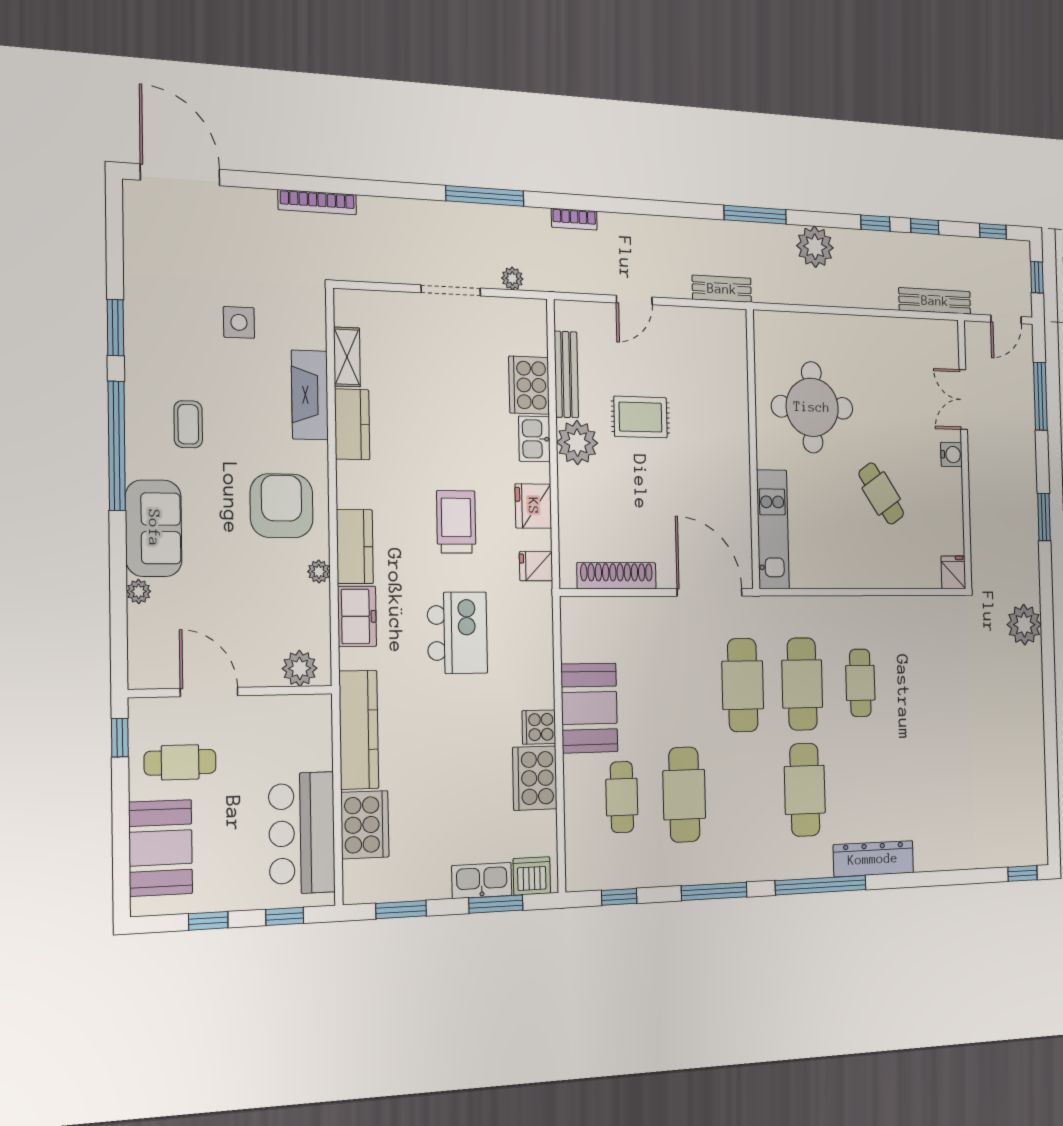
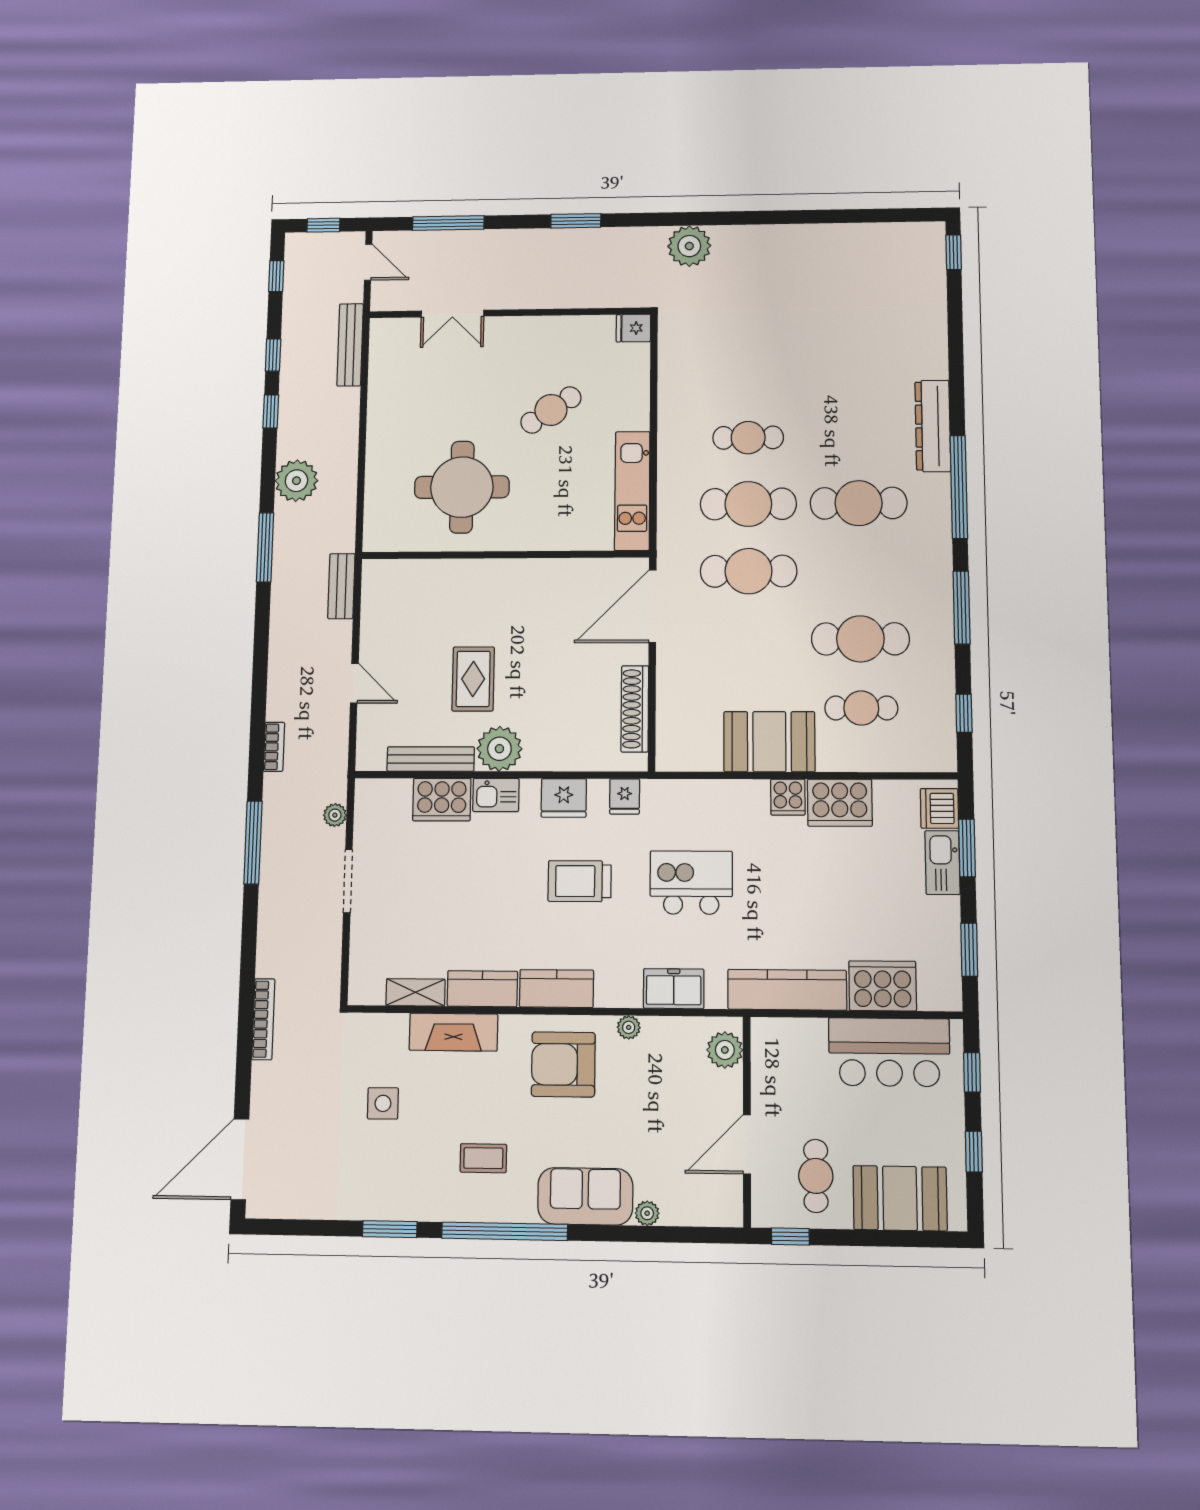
water cooler: (951, 455) -> (510, 328), removed
kitchen unit: (773, 529) -> (632, 491), moved, turned -90
kitchen counter: (355, 547) -> (557, 989), moved

